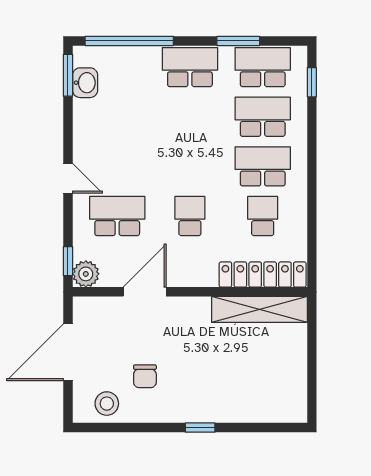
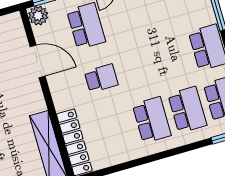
school desk: (263, 216) -> (116, 130), removed

